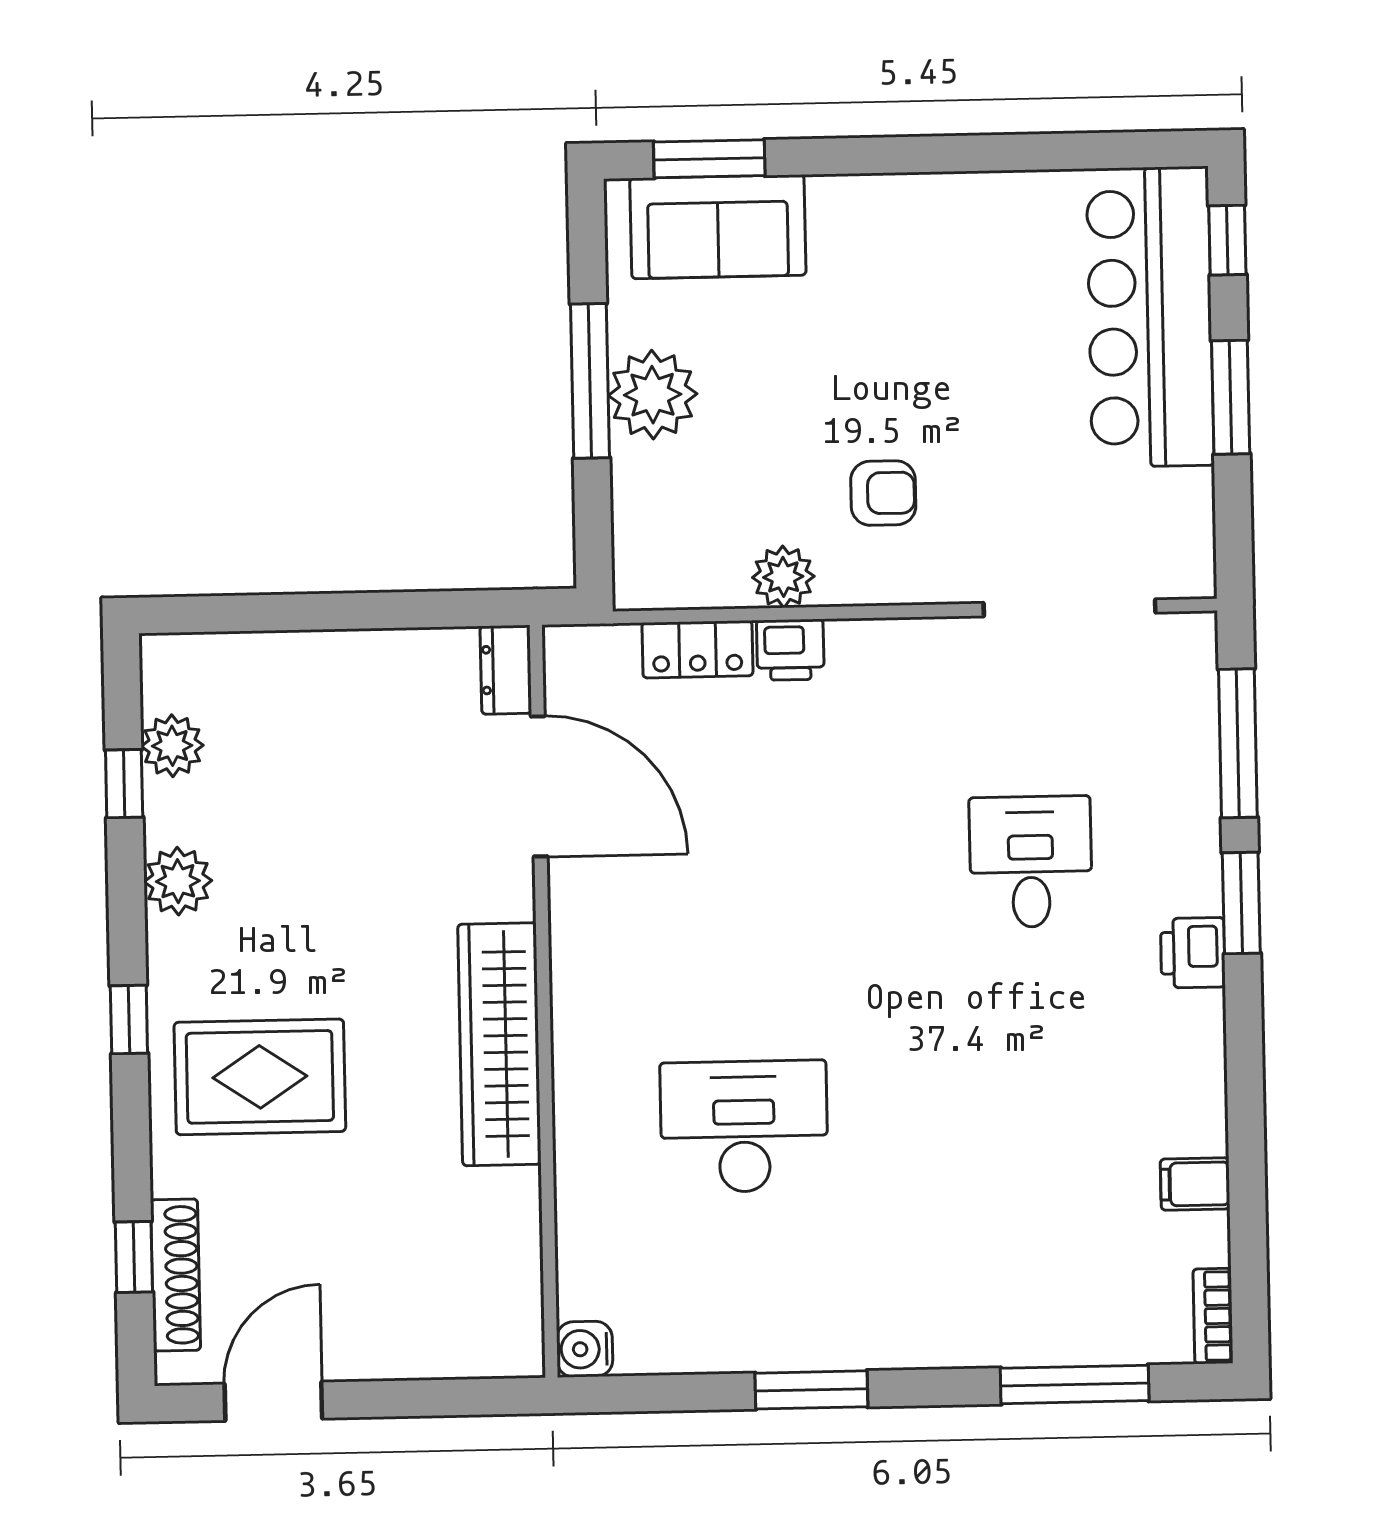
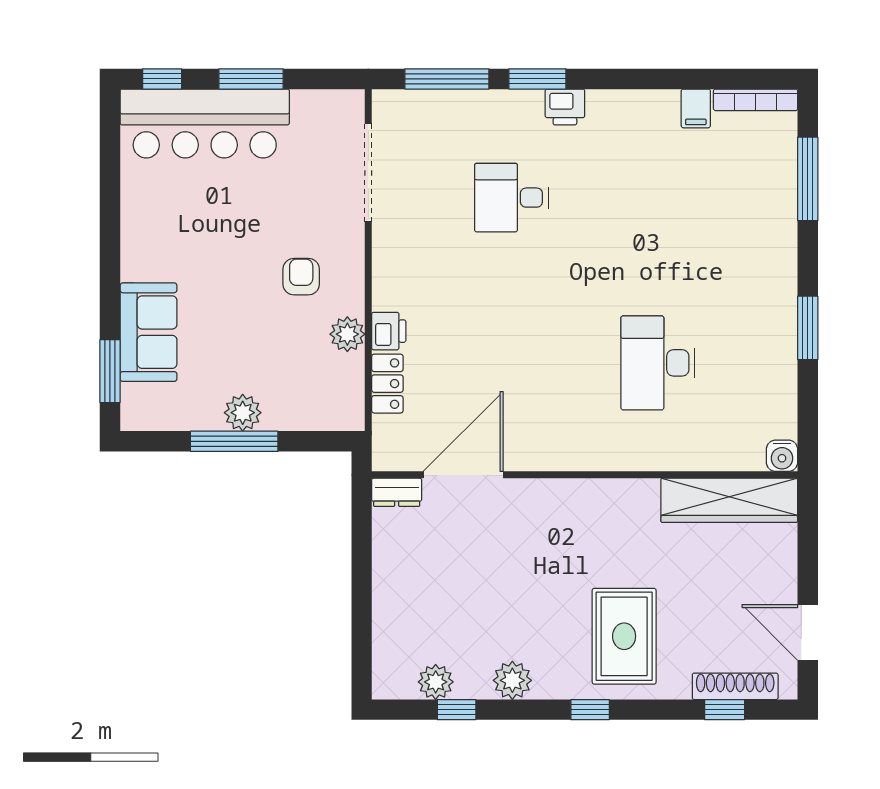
sofa: (718, 227) -> (149, 332), moved
plant: (653, 395) -> (243, 413), width x0.73, depth x0.73
wardrobe: (499, 1044) -> (729, 500), moved
bookcase: (1213, 1316) -> (756, 100), width x1.56

